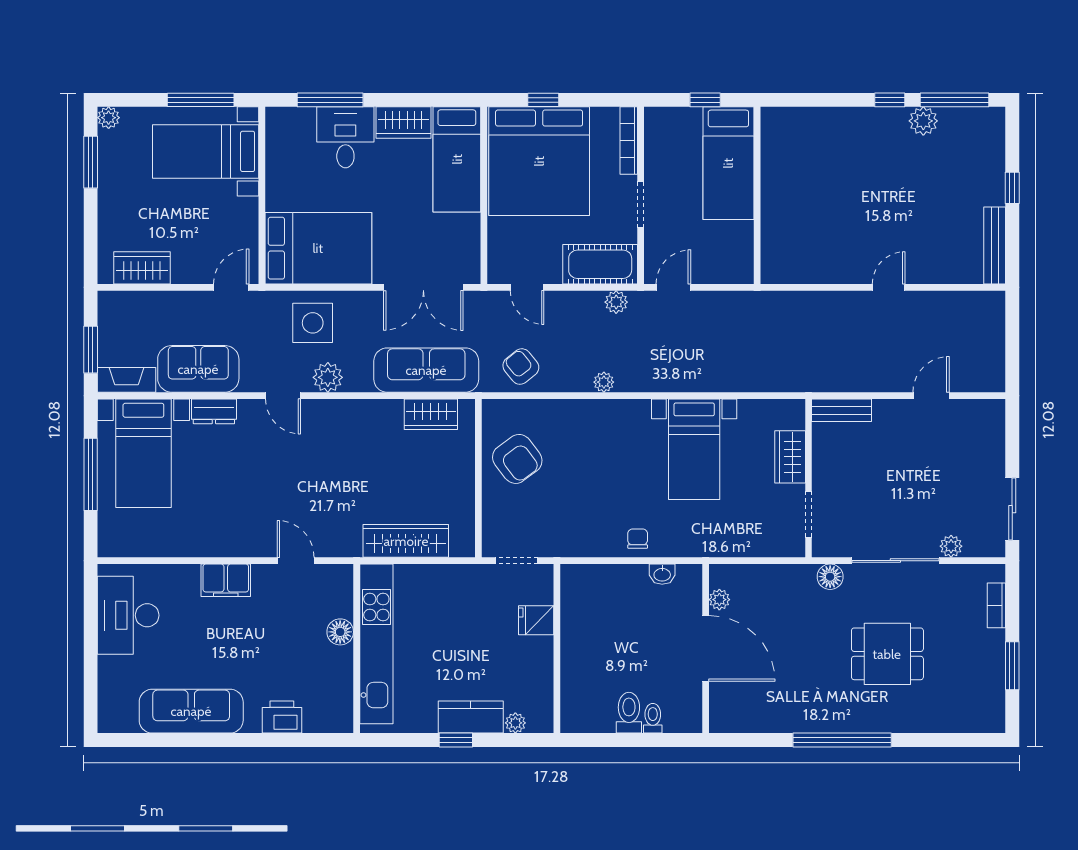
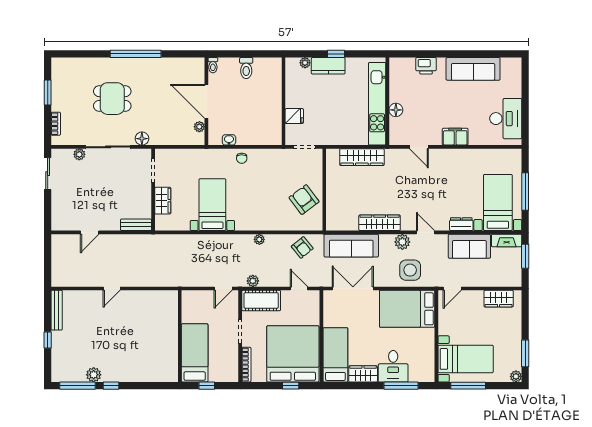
wardrobe: (431, 414) -> (380, 223), moved, width x1.50
toilet: (653, 718) -> (213, 65), moved

